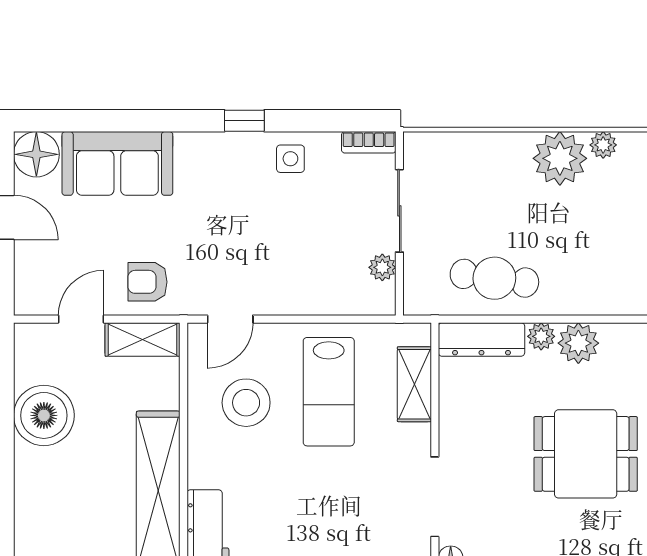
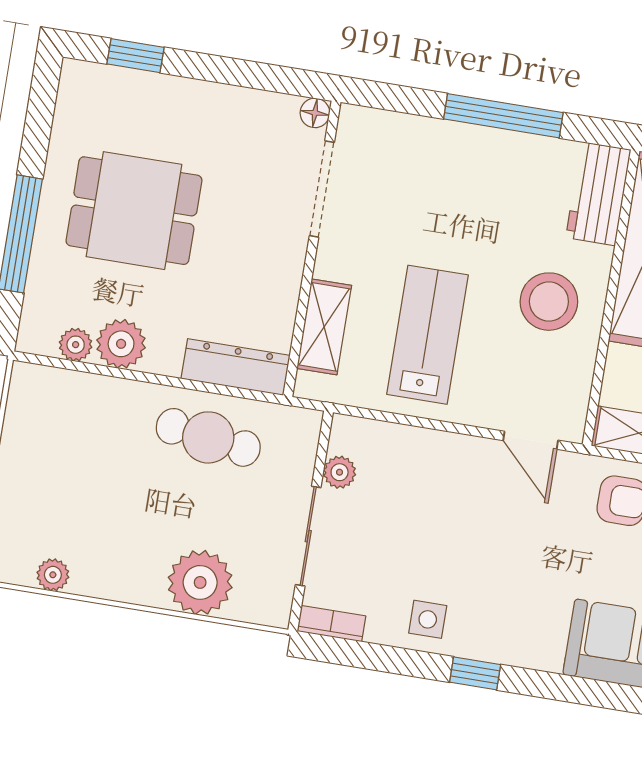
plant: (560, 158) -> (200, 582), moved
door: (230, 319) -> (531, 440), swing flipped
plant: (541, 336) -> (76, 345), moved
stool: (246, 403) -> (549, 302), moved

